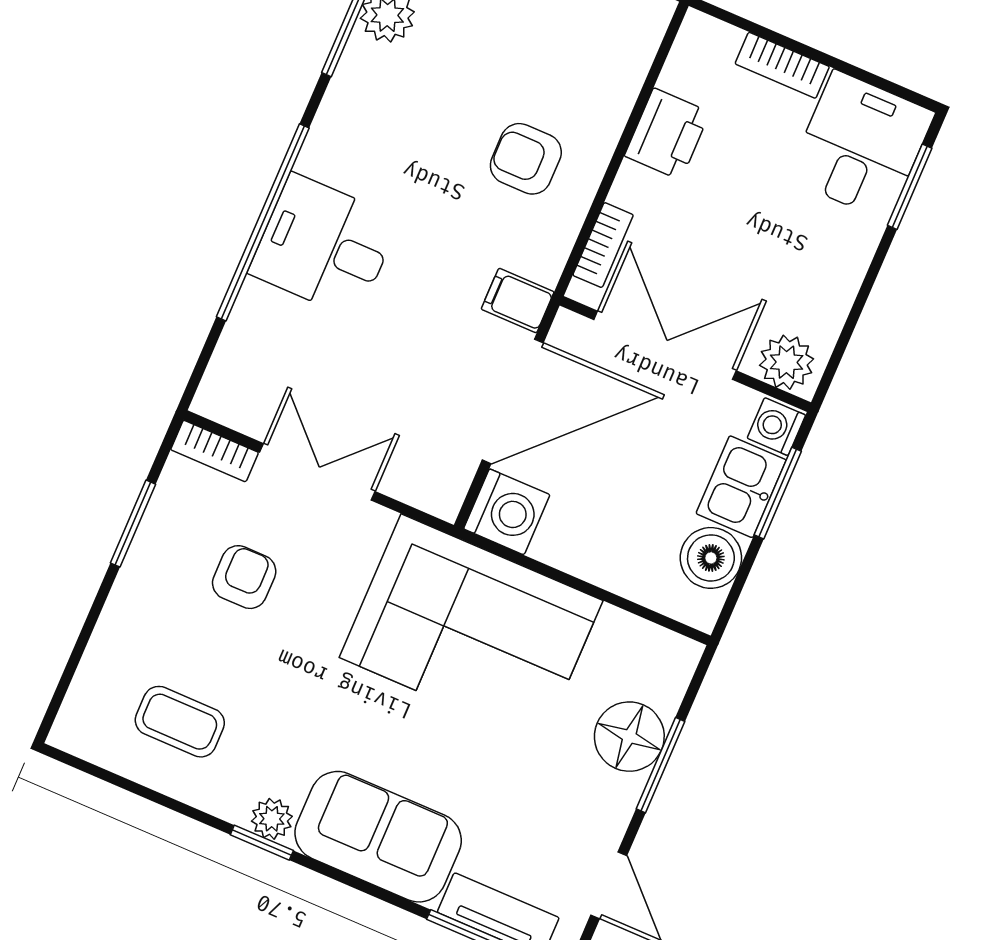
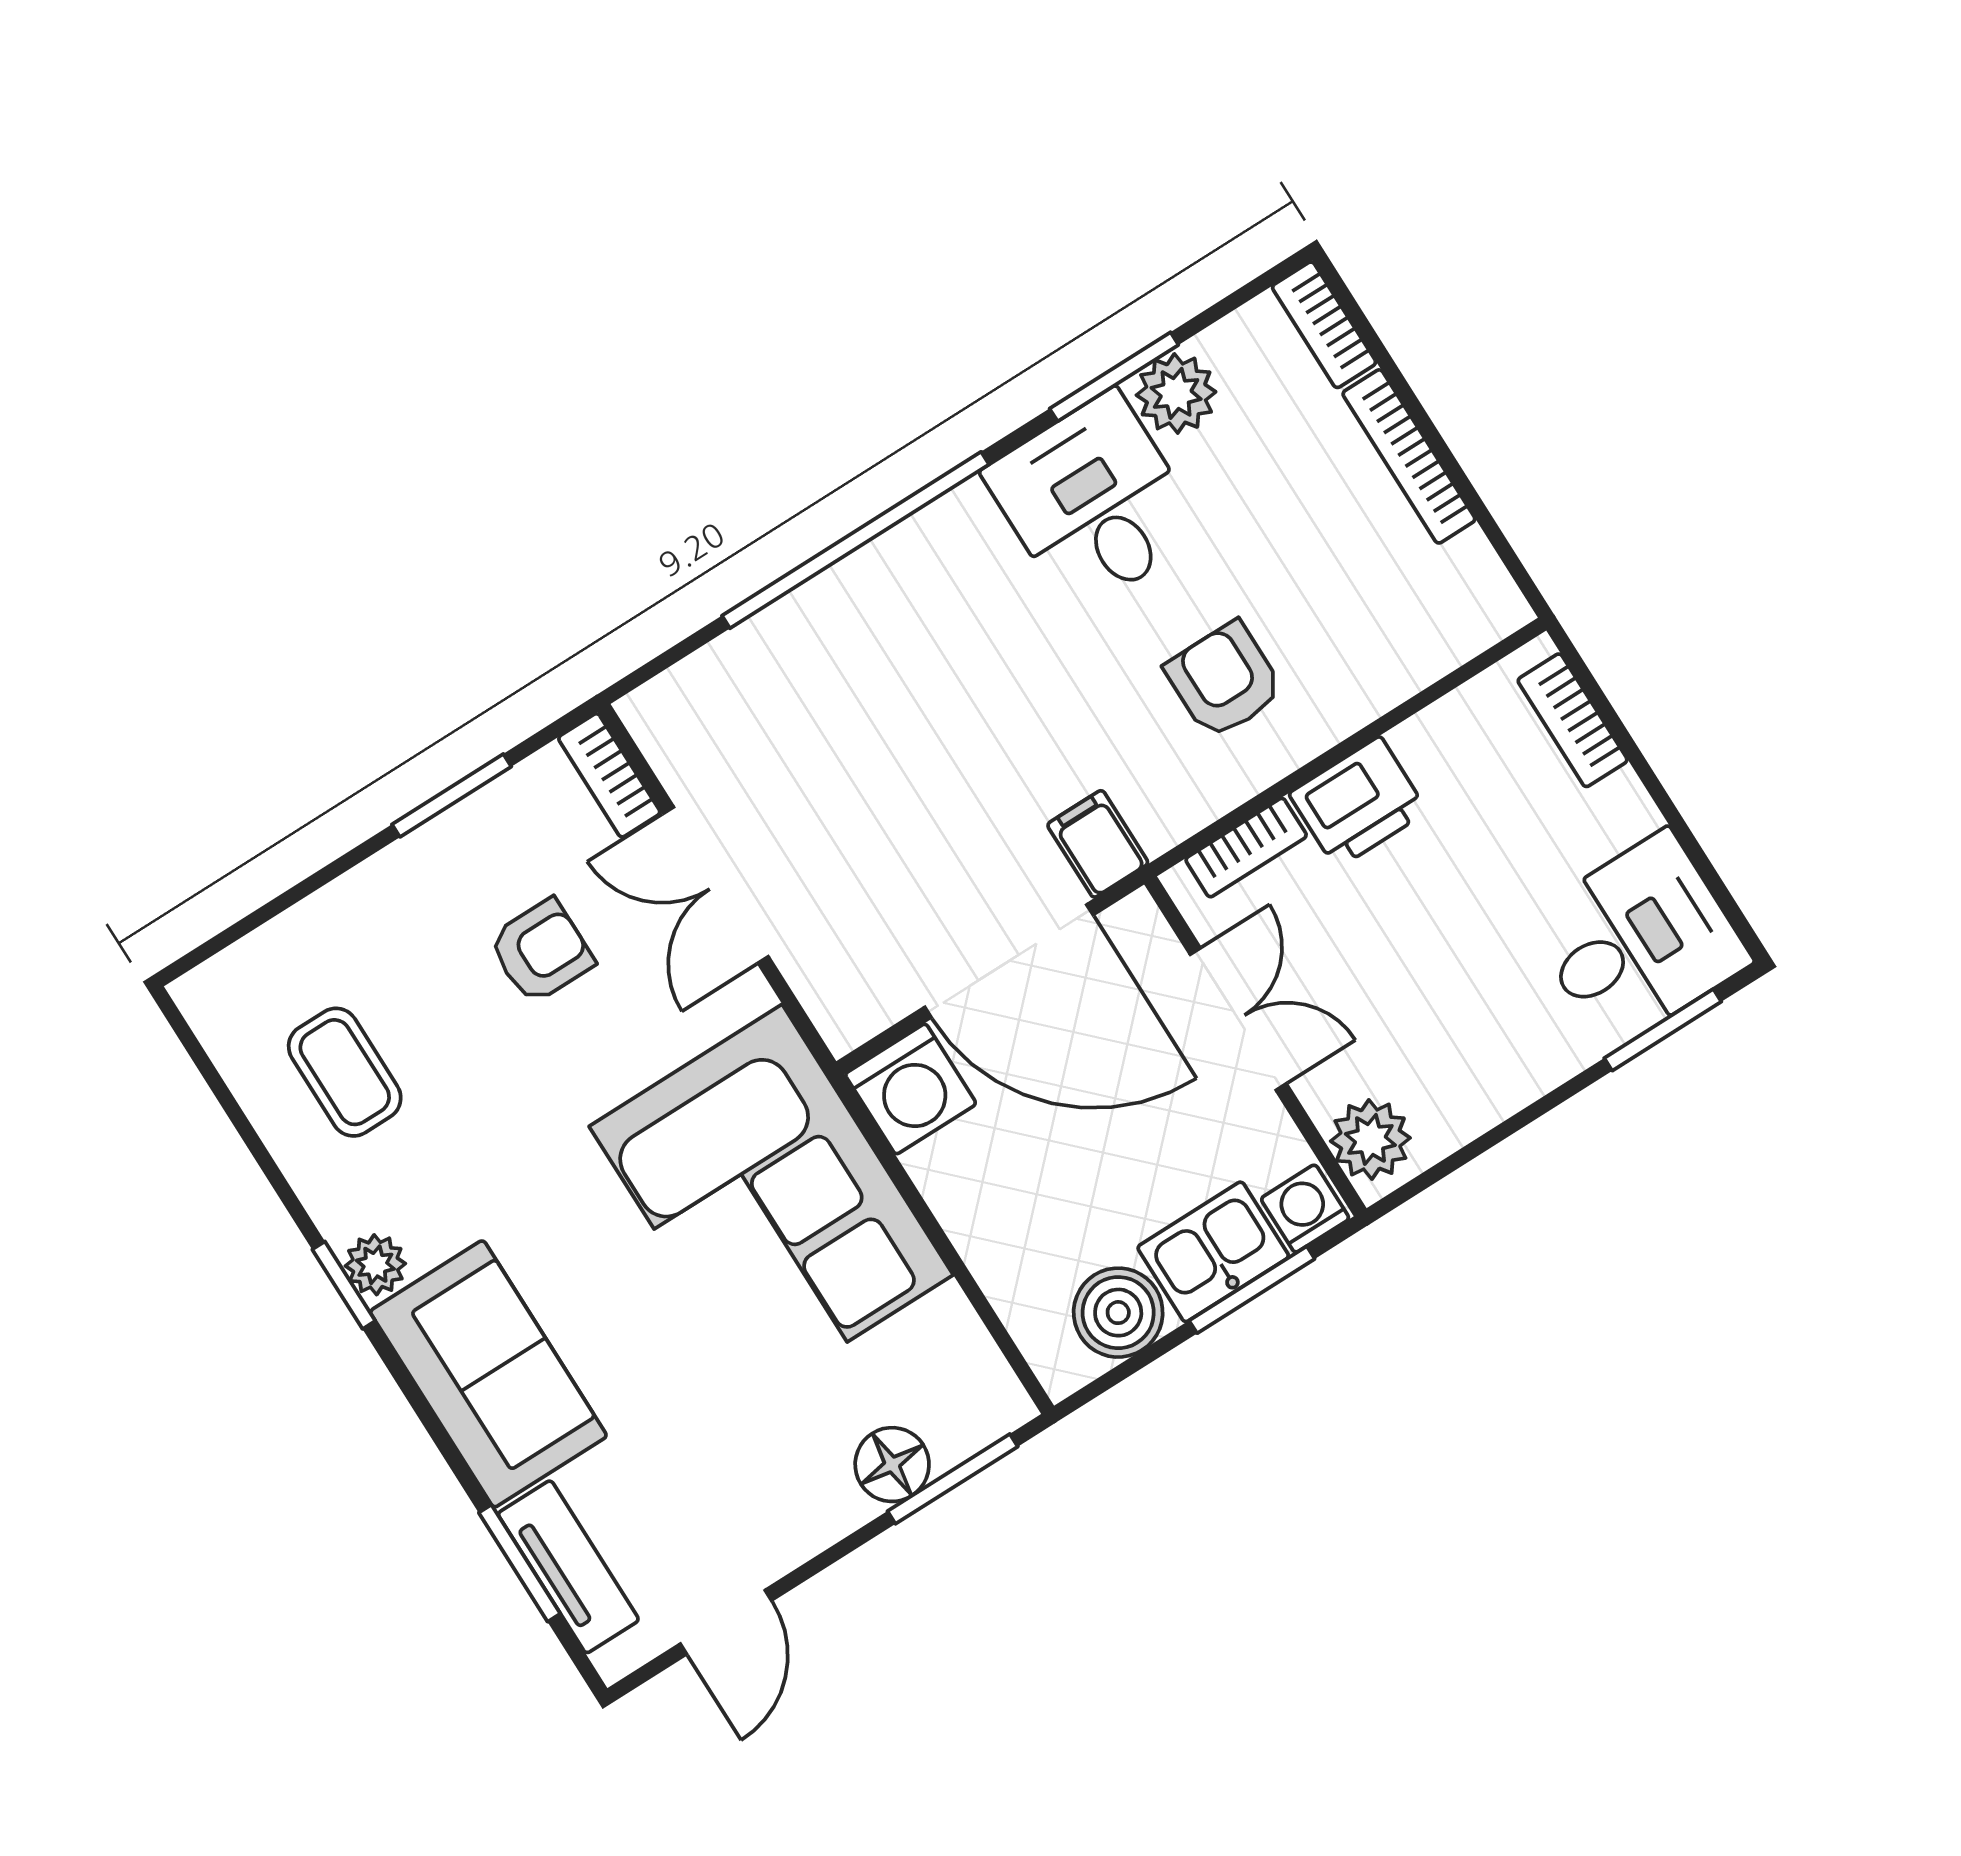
bookcase: (782, 65) -> (1573, 720), moved
printer: (667, 134) -> (1358, 803), moved
desk: (324, 246) -> (1094, 502), moved
double door: (665, 345) -> (1238, 1019), width x0.73
double door: (317, 472) -> (716, 885), swing flipped
floor lamp: (629, 737) -> (892, 1465), width x0.73, depth x0.73
window: (661, 765) -> (953, 1479), moved

